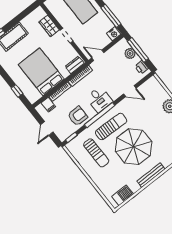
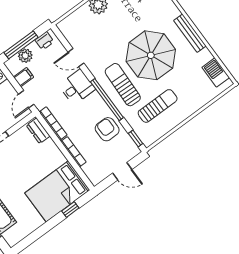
bed: (41, 72) -> (57, 191), moved
door: (130, 91) -> (76, 58), swing flipped
desk: (99, 99) -> (77, 87), moved
filing cabinet: (48, 105) -> (23, 77), moved

